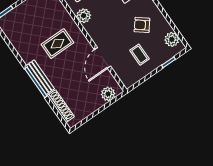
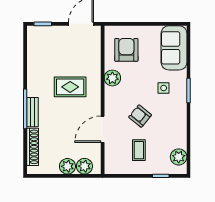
armchair: (142, 25) -> (140, 116), moved
bench: (40, 77) -> (32, 112), width x0.73
plant: (96, 103) -> (67, 166), added

